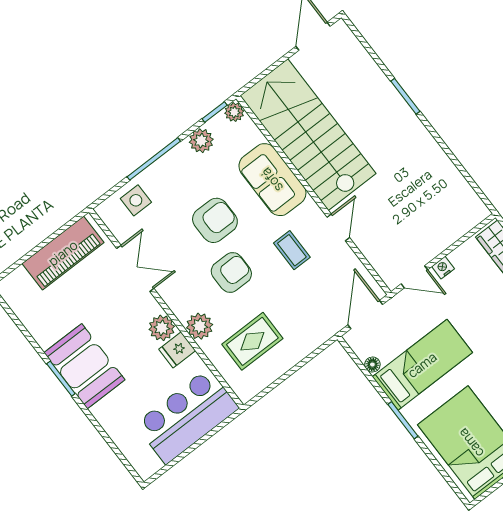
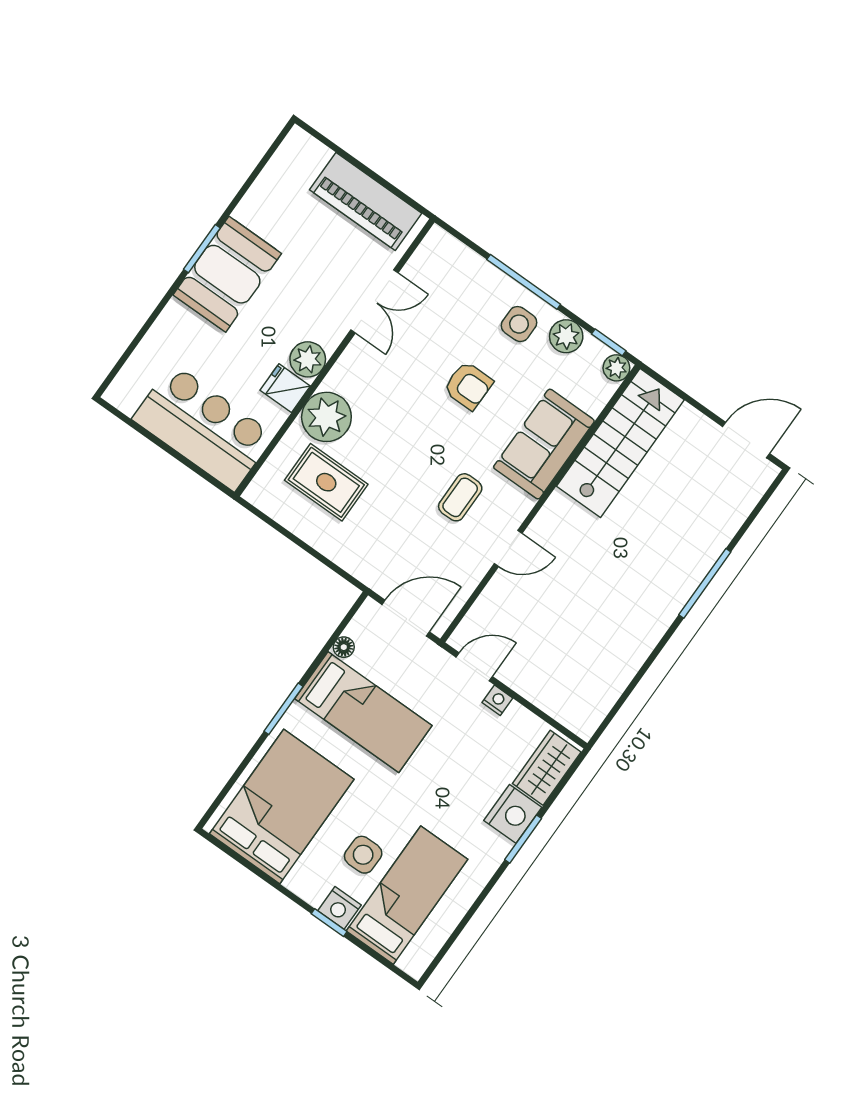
window: (405, 96) -> (705, 583), width x1.44
stairs: (308, 135) -> (620, 443), width x0.73, depth x0.66
side table: (136, 200) -> (519, 324), moved
armchair: (215, 220) -> (468, 386), width x0.72, depth x0.72
armchair: (231, 272) -> (407, 428), removed
door: (414, 277) -> (474, 667), swing flipped
plant: (200, 326) -> (326, 417), width x1.36, depth x1.36

